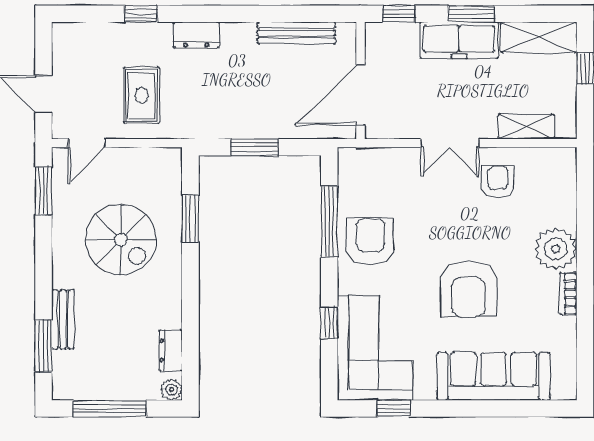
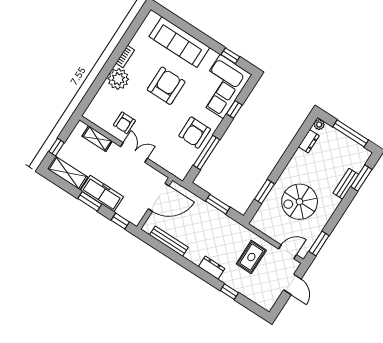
spiral stairs: (121, 240) -> (300, 202), turned -90

